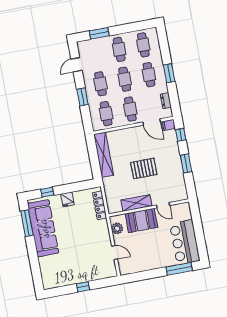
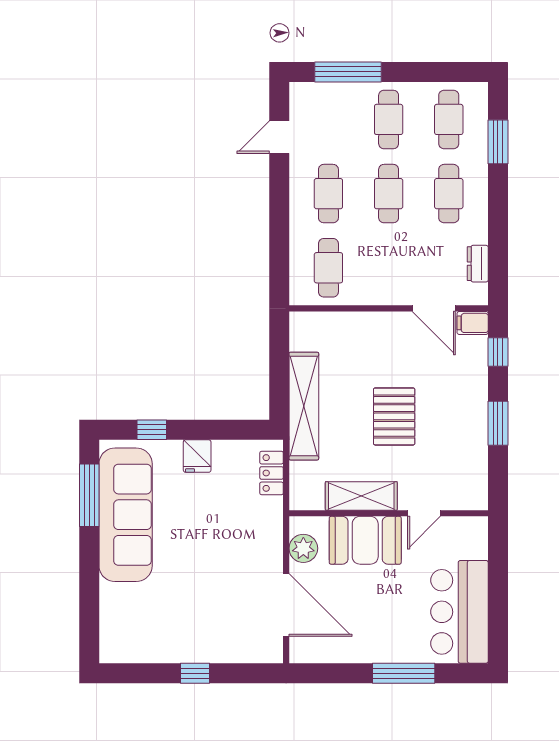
window: (99, 33) -> (348, 72), width x1.44
window: (169, 73) -> (498, 142), moved
window: (82, 97) -> (279, 217), removed
cafe table: (130, 109) -> (389, 268), removed
shelving: (104, 155) -> (304, 406), moved
pallet: (144, 168) -> (394, 416), turned 90
locker: (100, 205) -> (272, 473), width x0.66
door: (163, 205) -> (424, 513), hinge flipped
door: (114, 252) -> (286, 605), width x1.88
window: (179, 269) -> (404, 673), moved

